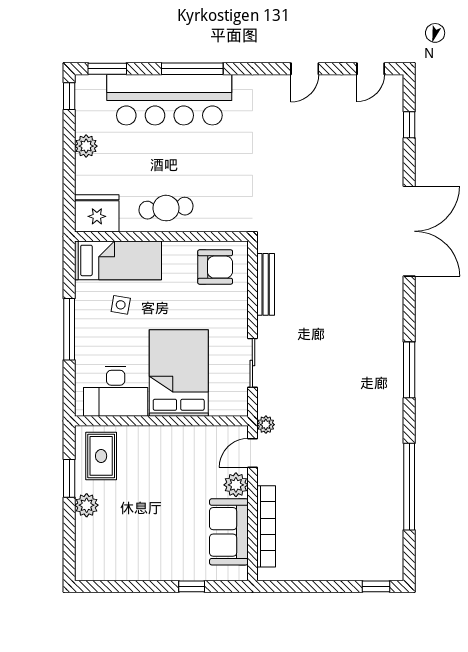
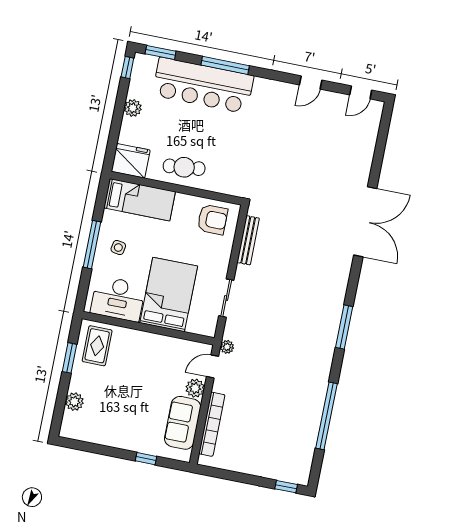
window: (409, 125) -> (381, 141), removed
side table: (121, 305) -> (118, 247), moved
plant: (87, 505) -> (74, 402), moved

